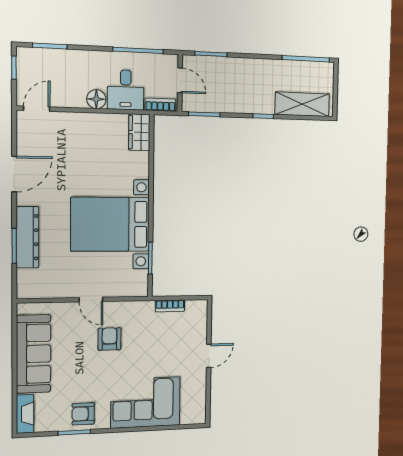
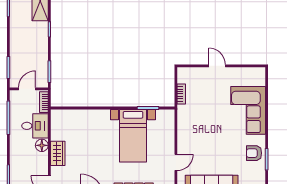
wardrobe: (139, 132) -> (58, 153), moved, turned -90
bed with nightstands: (110, 224) -> (133, 136), width x0.73
door: (91, 300) -> (176, 162), moved
armchair: (109, 339) -> (203, 136), removed
armchair: (83, 414) -> (254, 153), turned 90

